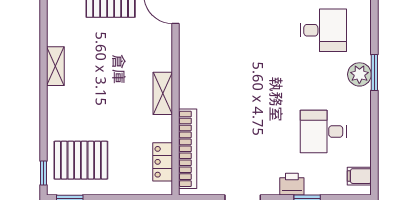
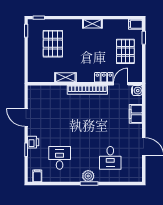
shelving: (163, 93) -> (65, 77), moved
bookcase: (188, 149) -> (87, 90), moved
pallet: (81, 160) -> (53, 44), moved
locker: (163, 162) -> (104, 77), moved

